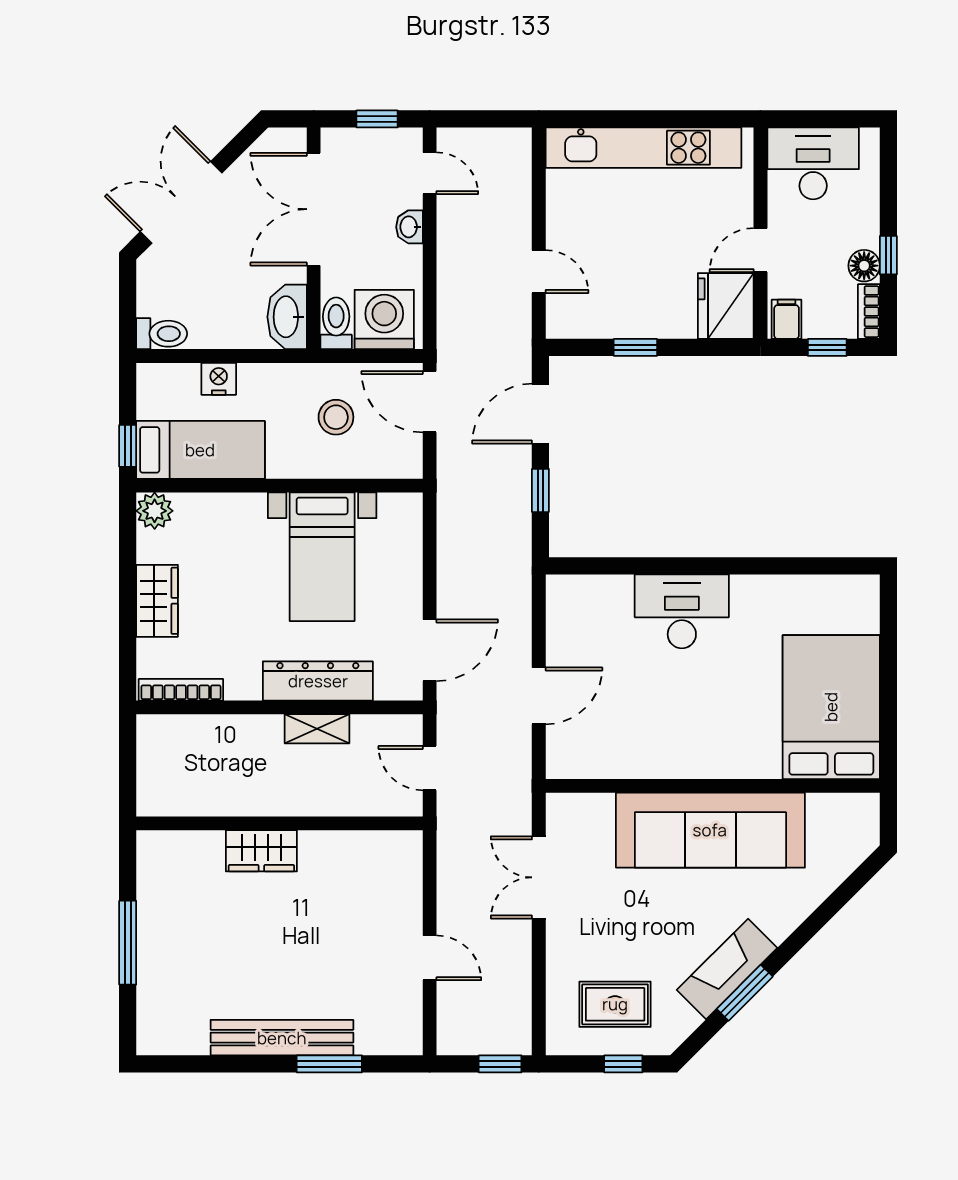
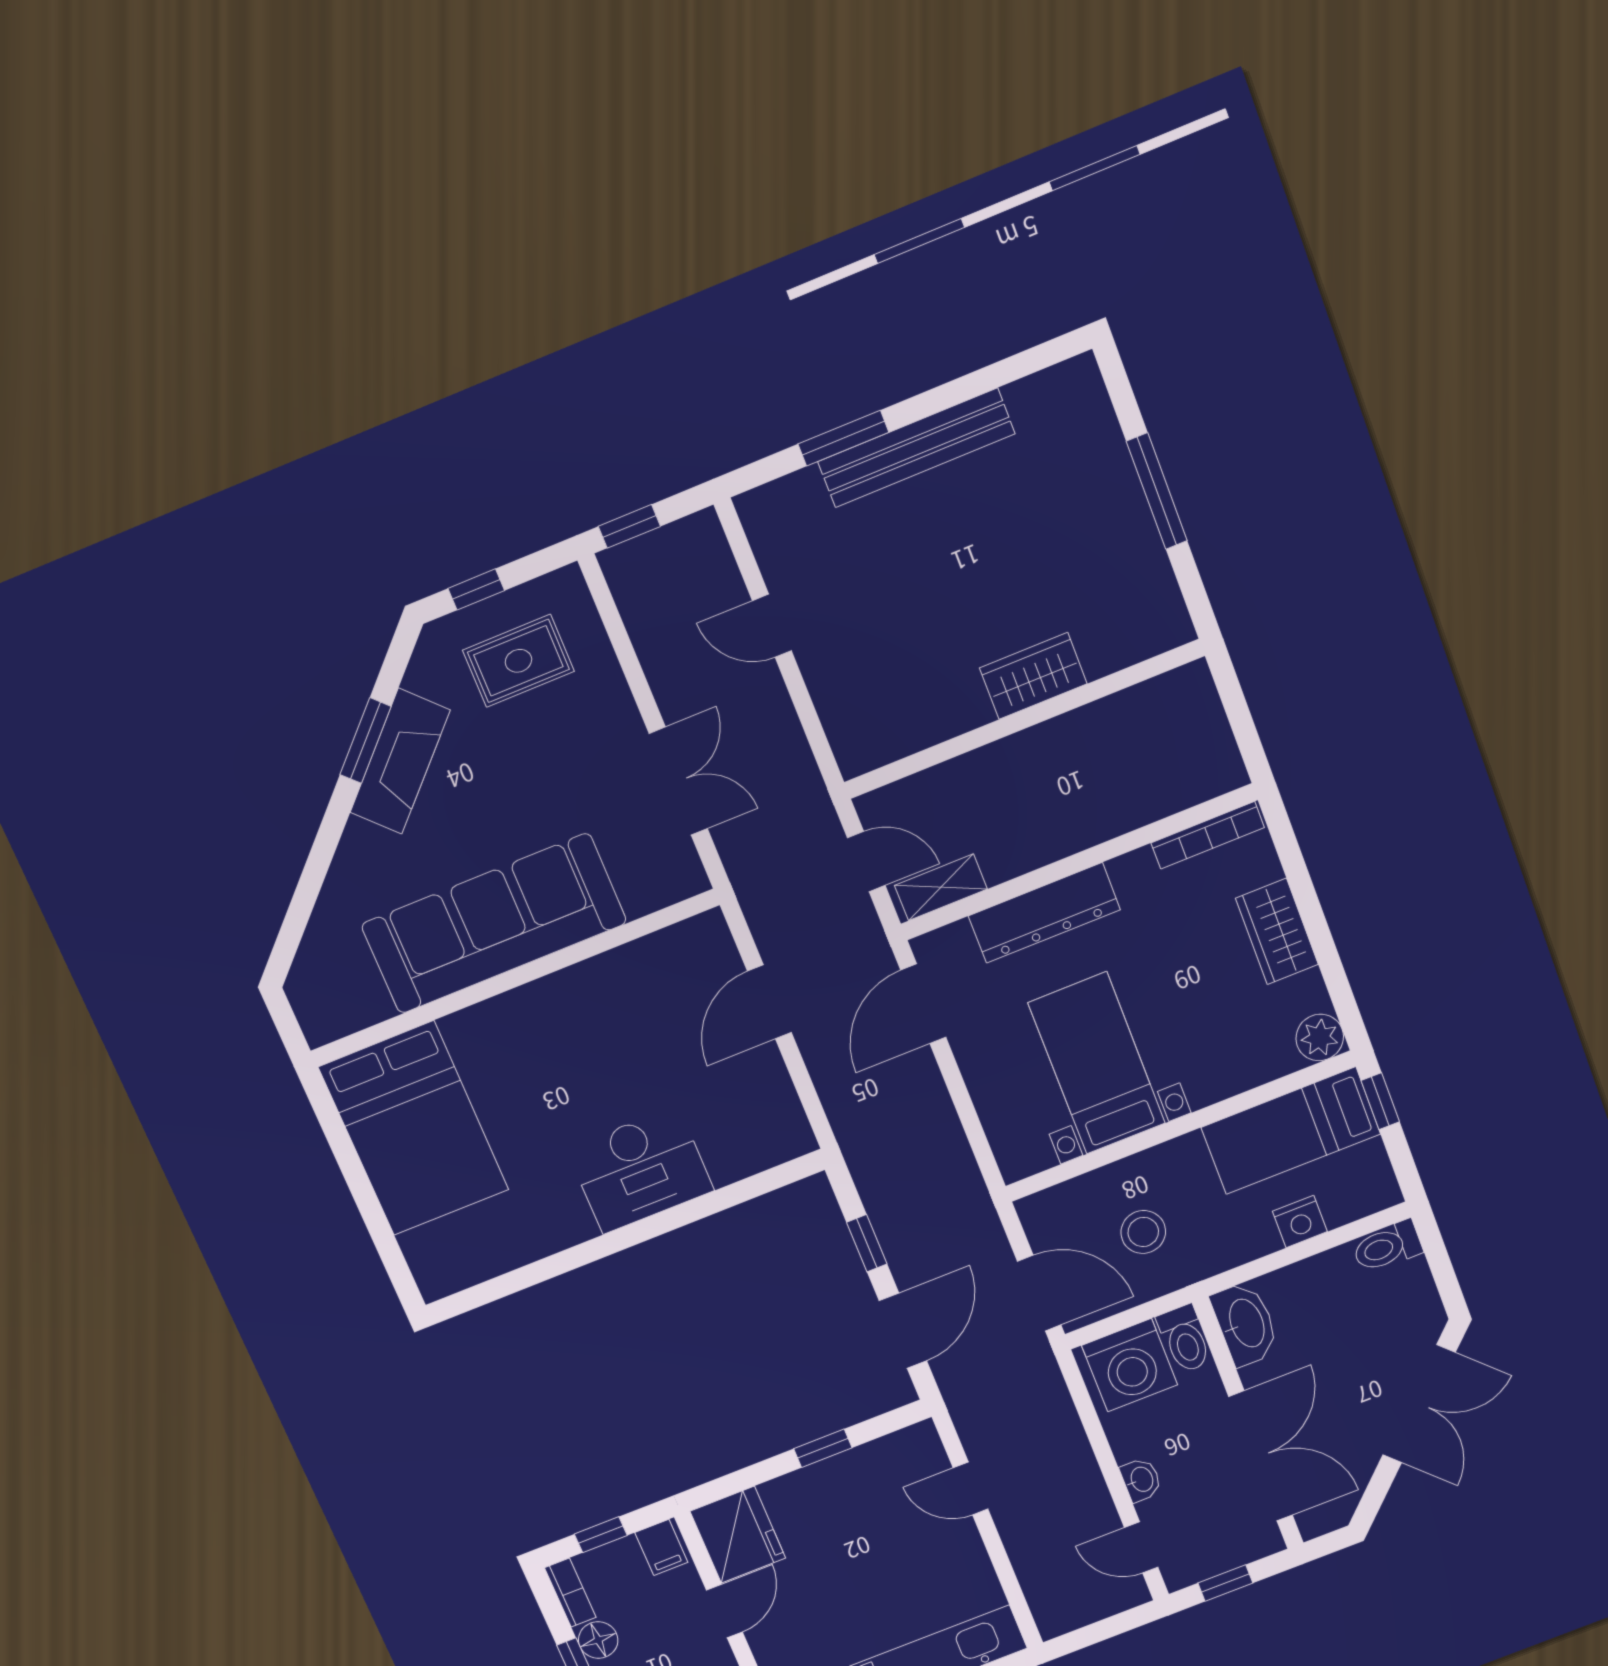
shelving: (317, 729) -> (941, 887), moved

